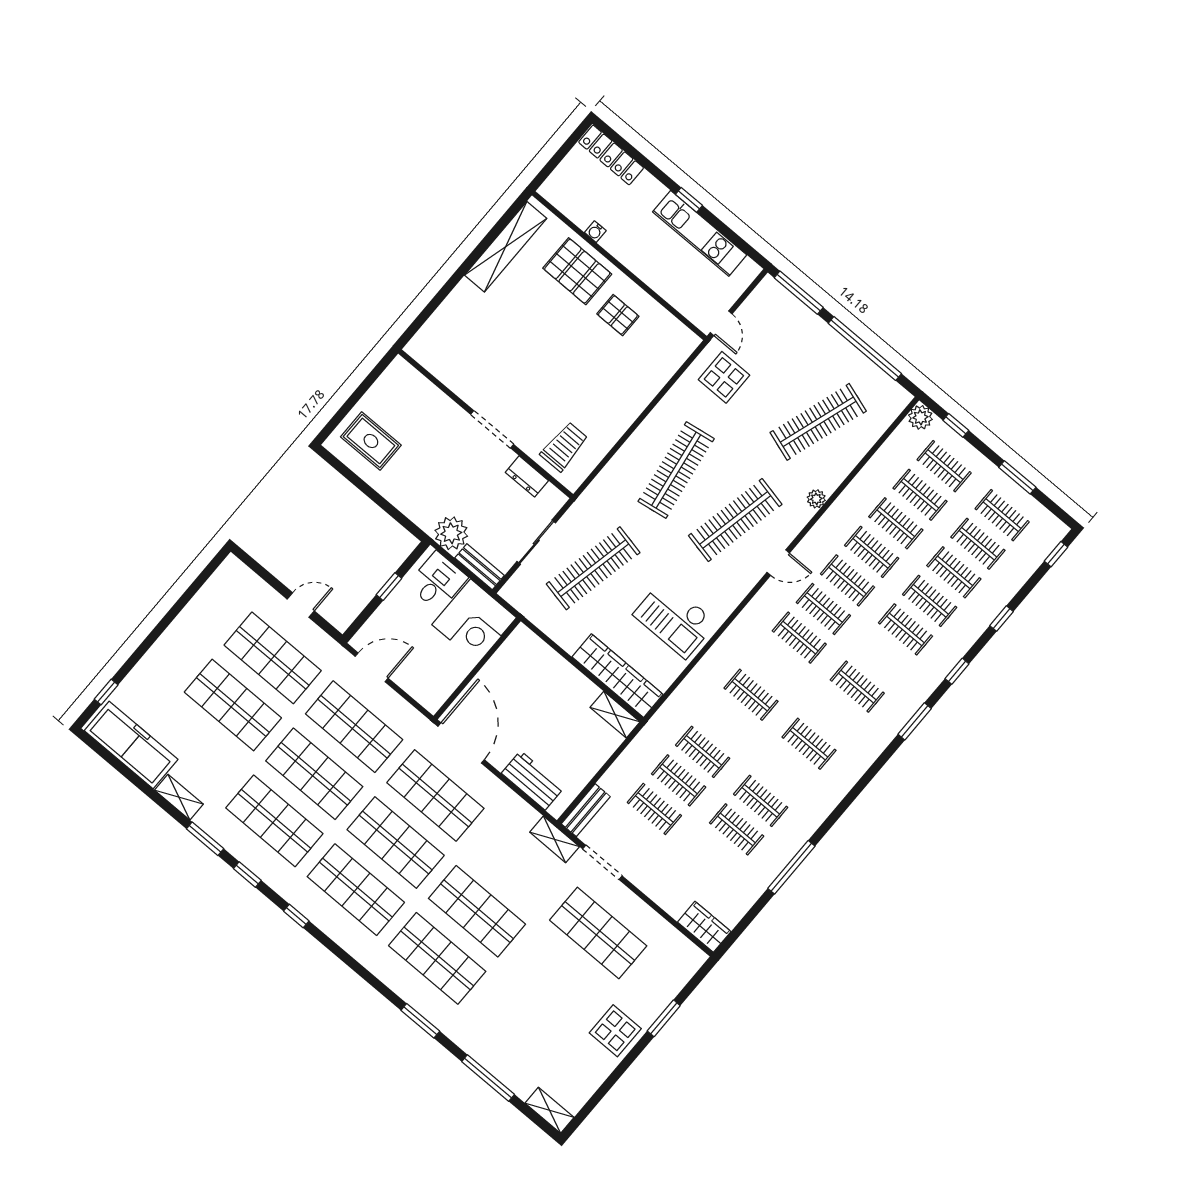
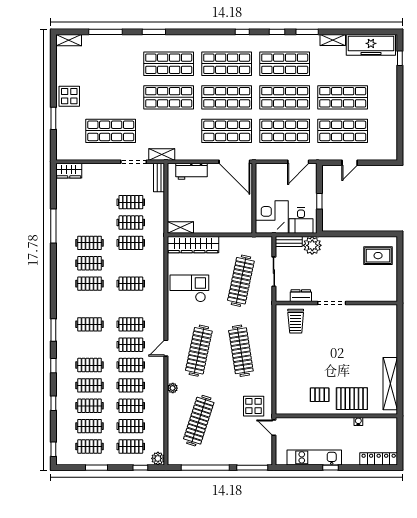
clothes rail: (737, 829) -> (90, 263), moved

